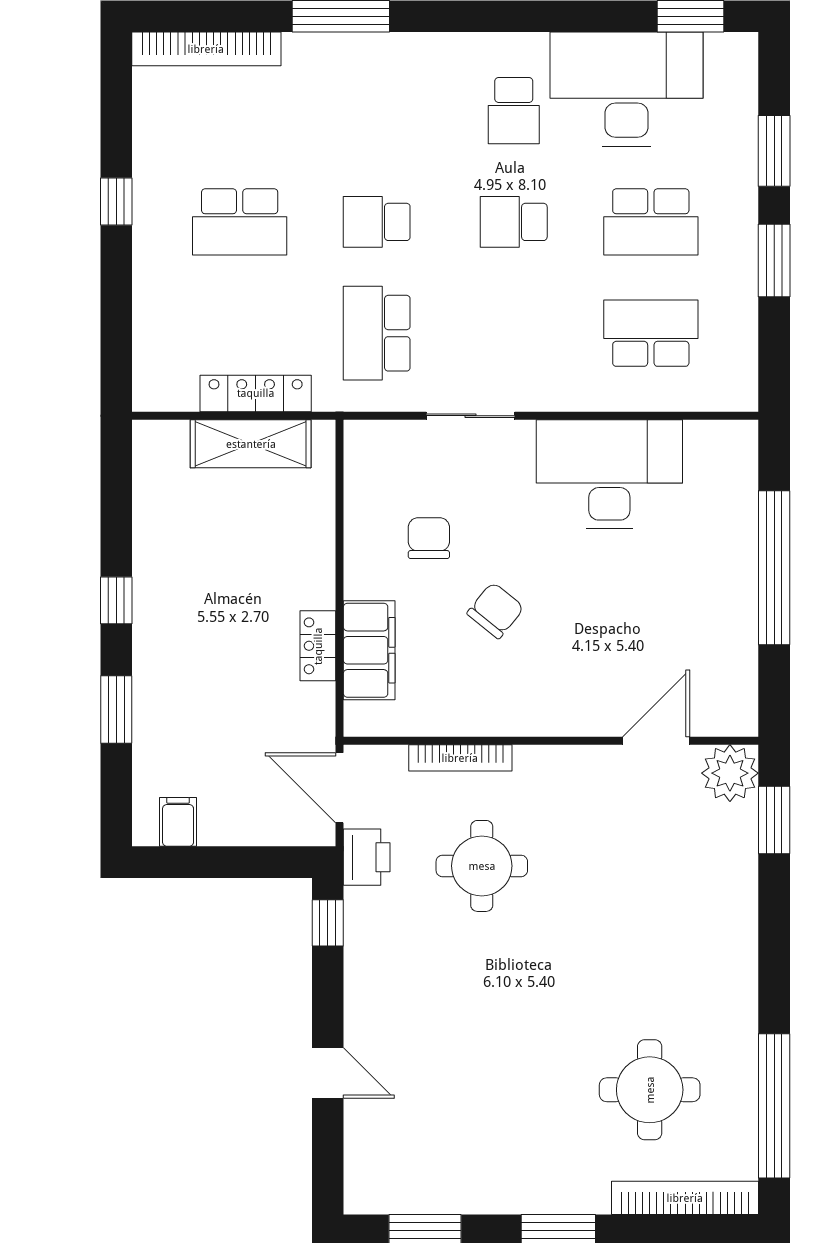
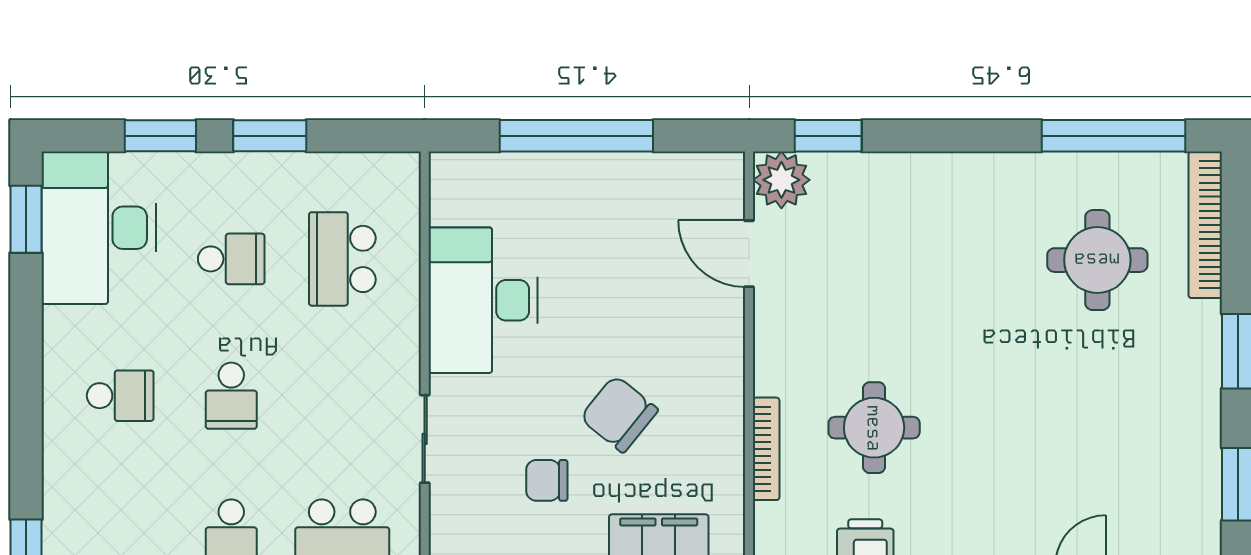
desk: (627, 89) -> (99, 228), moved
school desk: (651, 222) -> (231, 259), width x0.54
chair: (495, 610) -> (619, 414), width x1.37, depth x1.37

